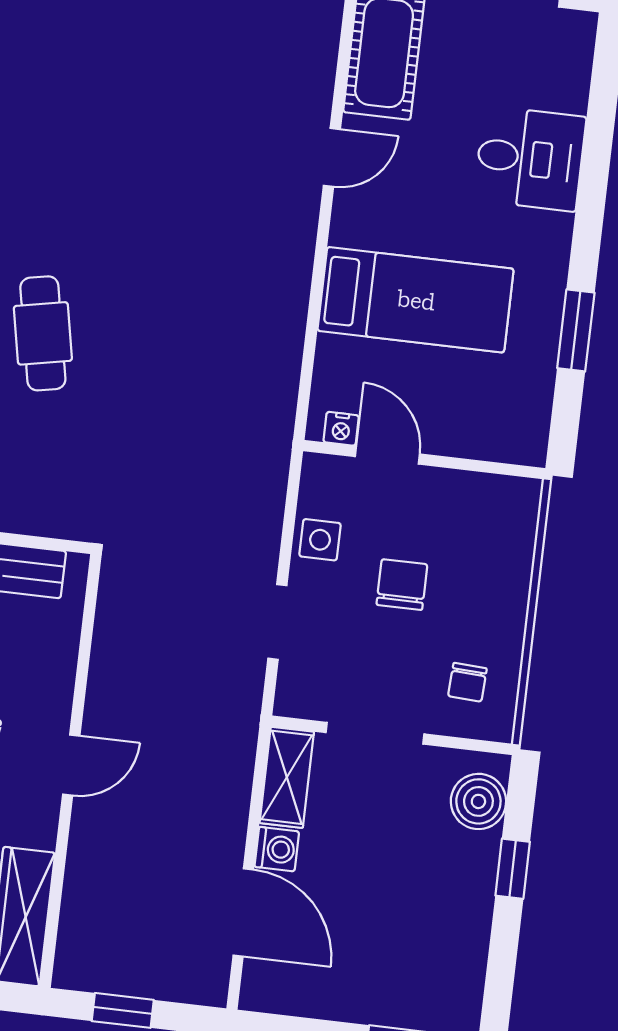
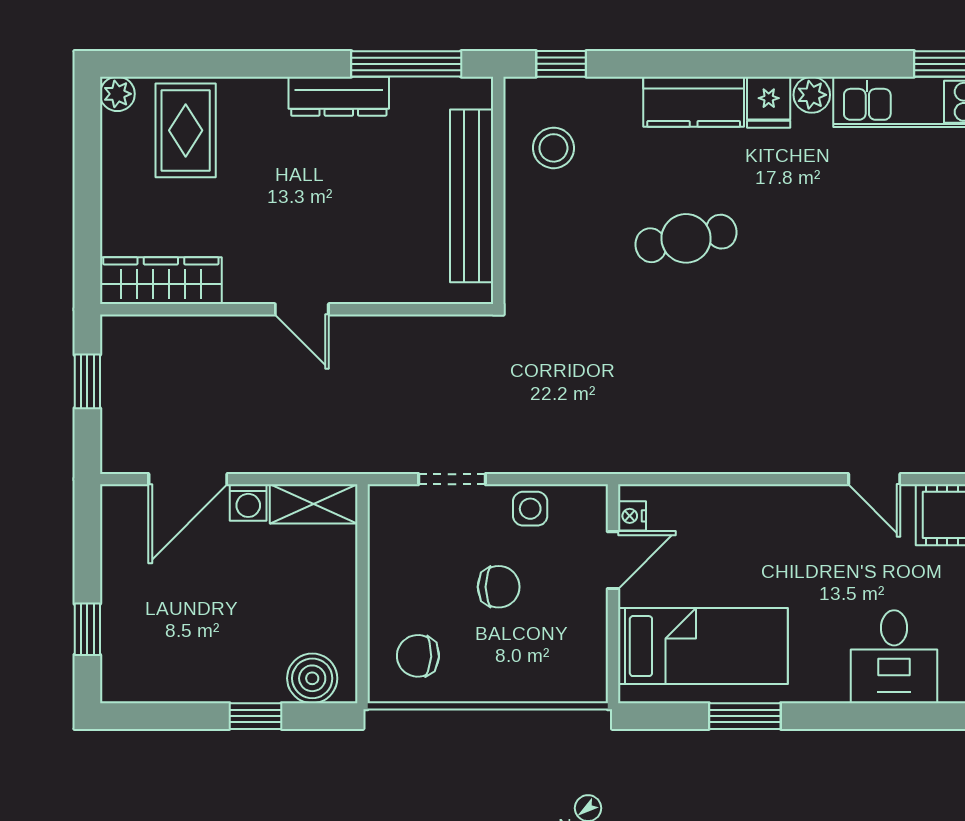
bed: (416, 300) -> (703, 646), moved, turned -90
chair: (467, 682) -> (418, 656), width x1.37, depth x1.37
doorway: (375, 733) -> (362, 578), removed

